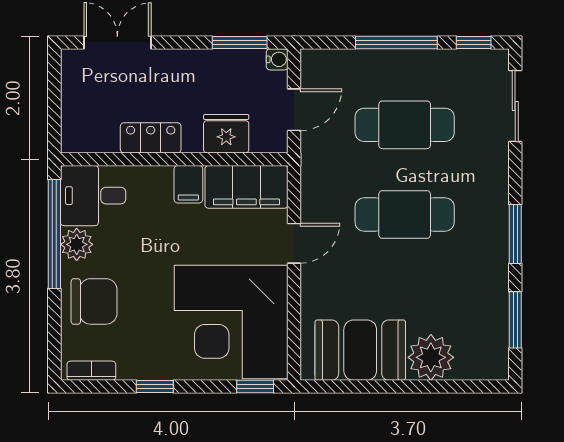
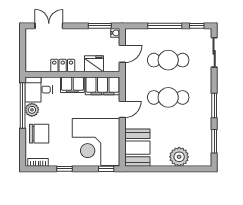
filing cabinet: (188, 184) -> (72, 85), width x2.00
booth: (360, 350) -> (137, 148), moved, turned 90

